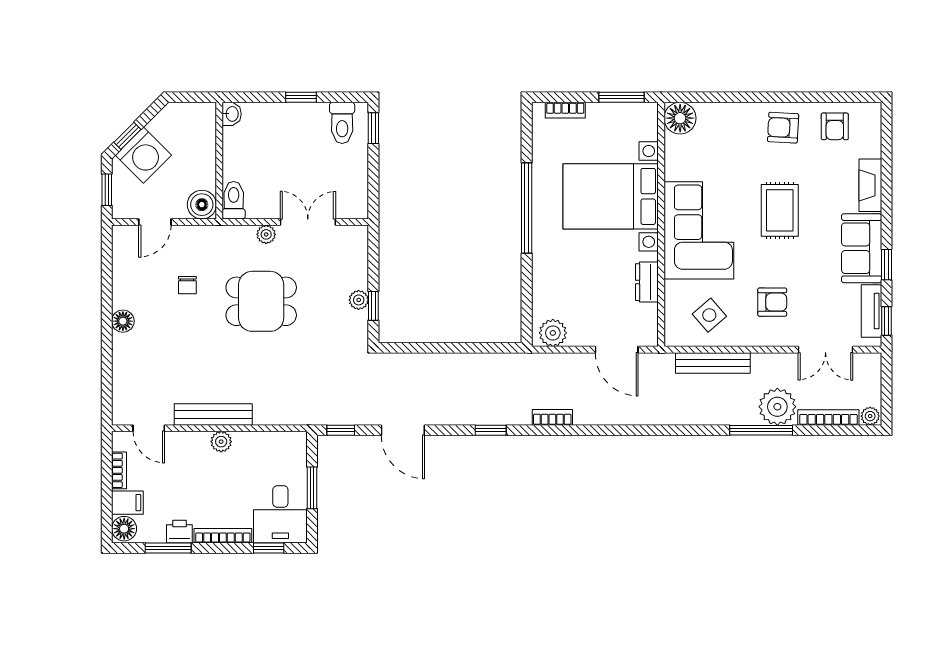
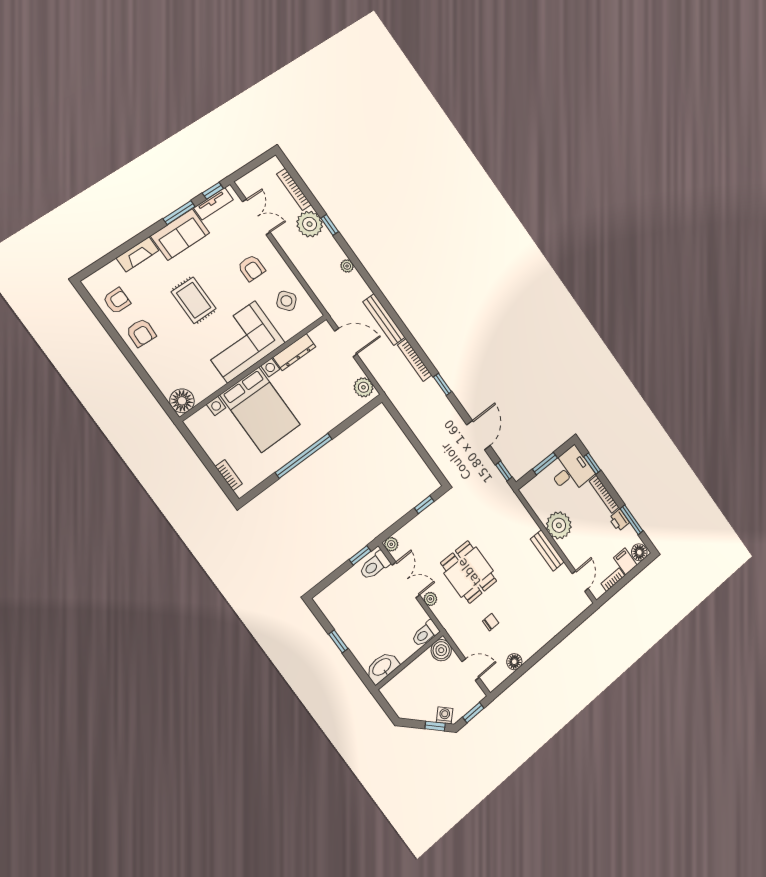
window: (621, 97) -> (196, 446), removed
washbasin: (232, 114) -> (382, 667), width x1.91, depth x1.45
toilet: (342, 123) -> (375, 566), moved, turned 180
window: (373, 128) -> (360, 555), moved
washing machine: (143, 155) -> (445, 715), width x0.53, depth x0.53
rug: (780, 210) -> (194, 300), turned 90
double door: (308, 222) -> (406, 580), swing flipped
window: (887, 265) -> (179, 213), width x1.50
dresser: (647, 282) -> (294, 352), width x1.44
plant: (359, 300) -> (391, 544), moved
armchair: (772, 302) -> (252, 268), turned 180
floor lamp: (123, 321) -> (514, 662), moved
door: (617, 350) -> (346, 343), hinge flipped
bench: (713, 363) -> (384, 320), moved
bench: (213, 414) -> (547, 550), width x0.73
plant: (870, 416) -> (347, 266), moved
bookcase: (552, 417) -> (415, 360), width x1.56
window: (761, 430) -> (330, 225), width x0.46
plant: (221, 442) -> (559, 525), width x1.87, depth x1.87

